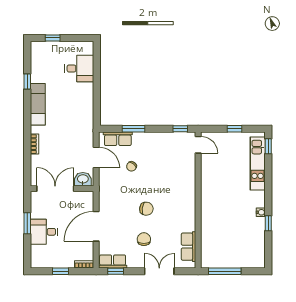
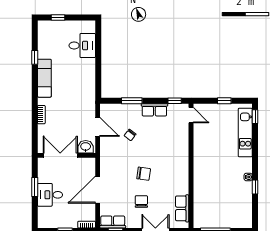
row of seats: (118, 139) -> (154, 110), moved

